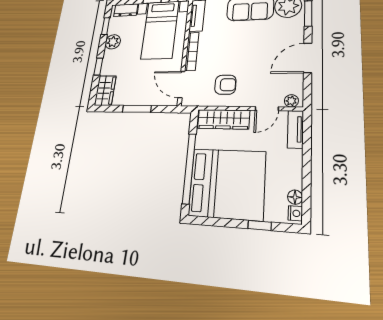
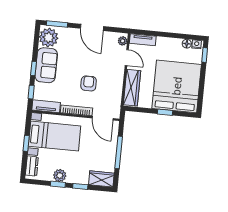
window: (106, 26) -> (58, 184), moved
door: (181, 85) -> (103, 118), hinge flipped
armchair: (225, 85) -> (89, 83), moved
window: (137, 109) -> (119, 152), width x1.44
window: (189, 168) -> (165, 112), width x0.32
window: (260, 225) -> (205, 55), moved

